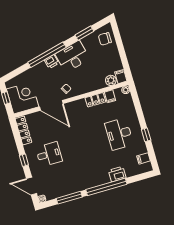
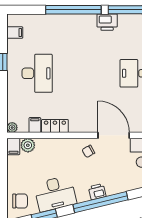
desk: (72, 56) -> (55, 194), moved
printer: (117, 174) -> (107, 22), moved

